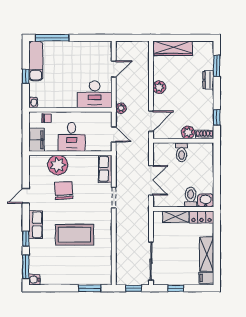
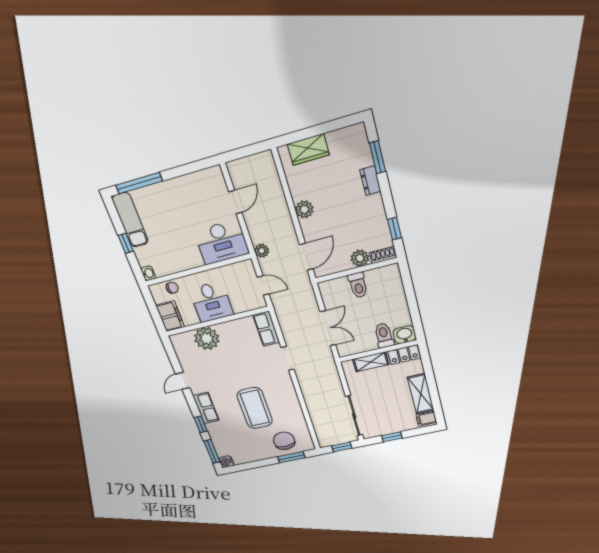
wardrobe: (173, 48) -> (308, 149), width x0.67
chair: (64, 190) -> (284, 441), moved
coffee table: (75, 235) -> (255, 408), turned 90

